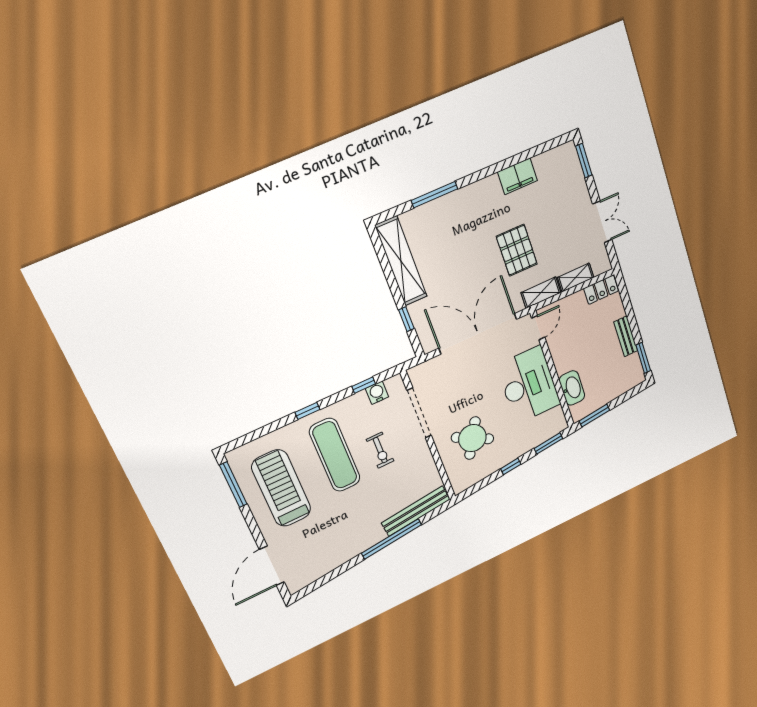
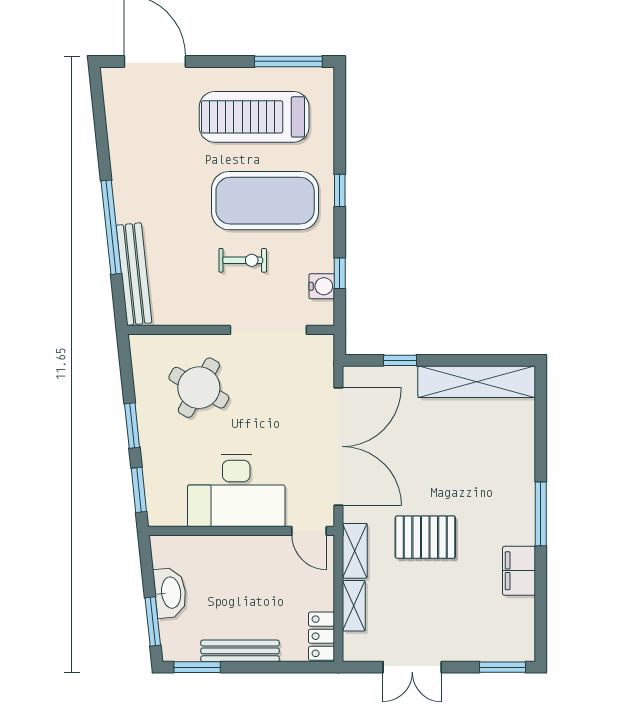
window: (435, 195) -> (541, 514), moved
bench: (626, 336) -> (240, 651), width x1.36
washbasin: (572, 388) -> (170, 593), moved, turned -96
window: (594, 416) -> (153, 622), moved
exercise bike: (380, 450) -> (243, 260), turned 180
exercise mat: (335, 455) -> (265, 201), width x1.47
window: (511, 466) -> (132, 426), width x1.50
treadmill: (281, 488) -> (254, 117), turned 180

